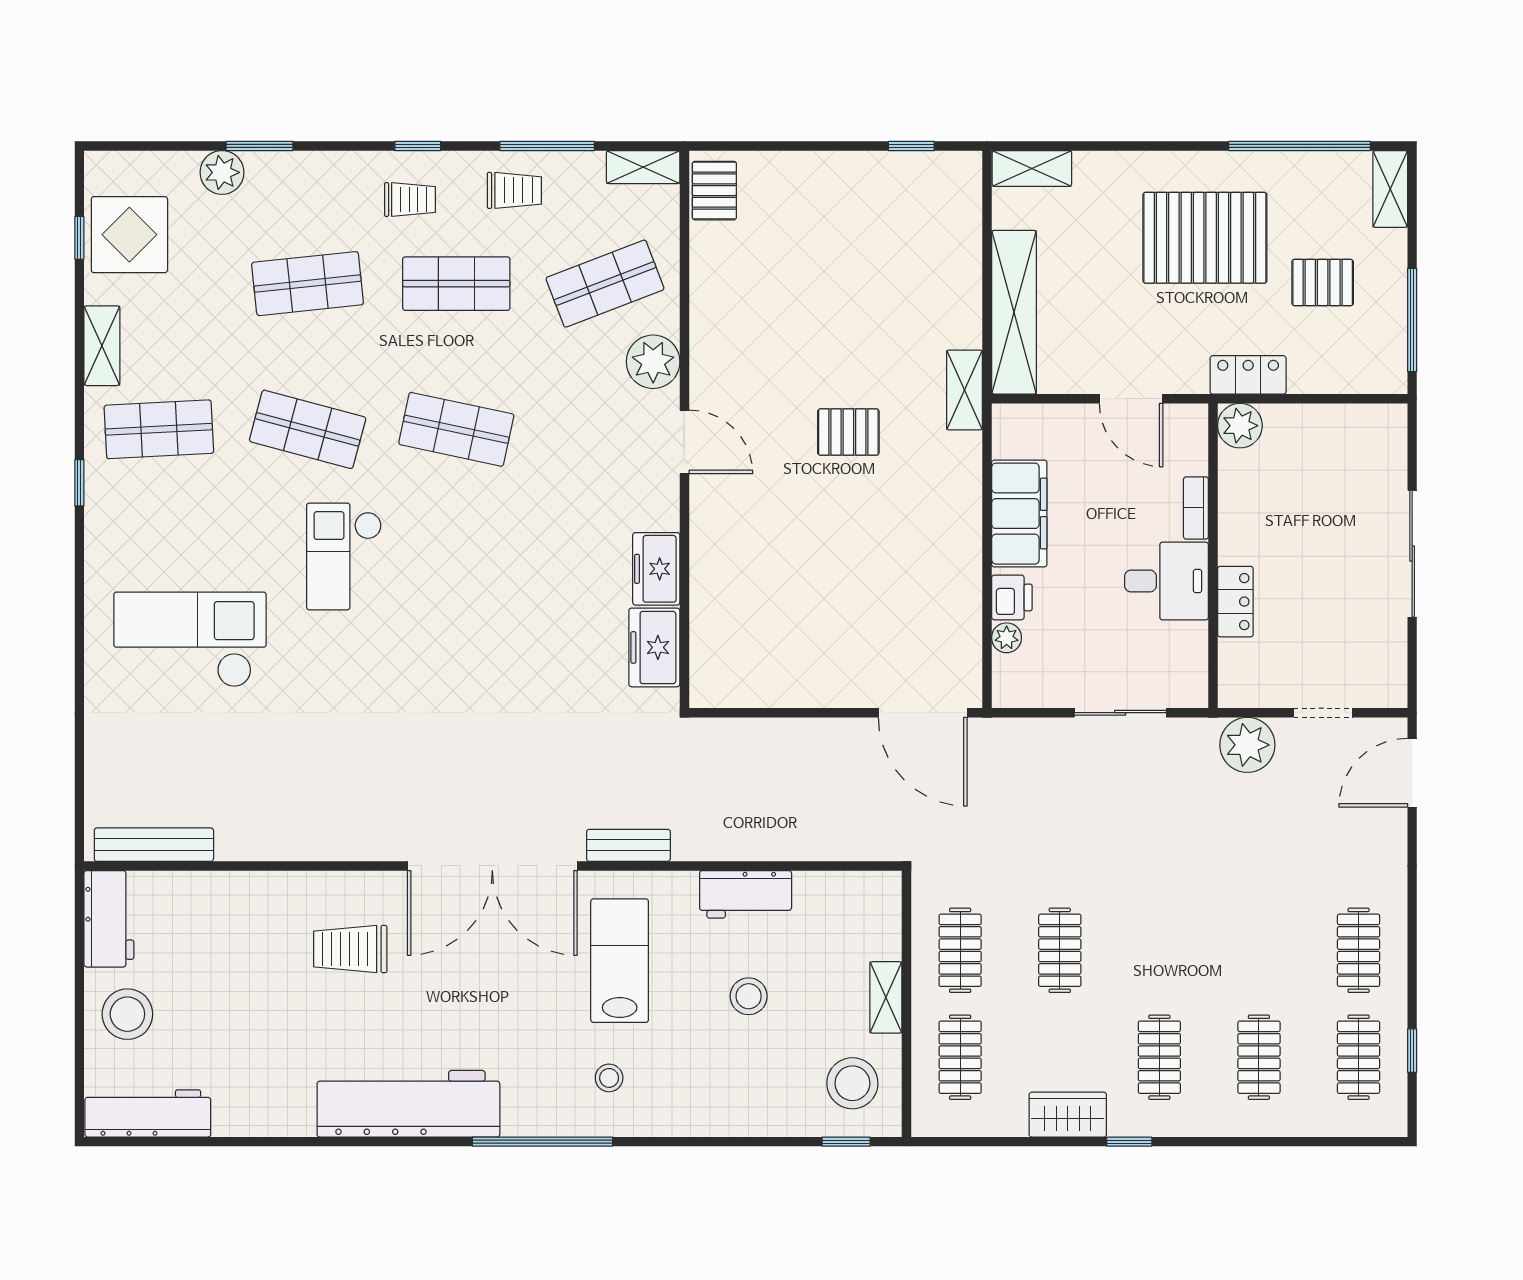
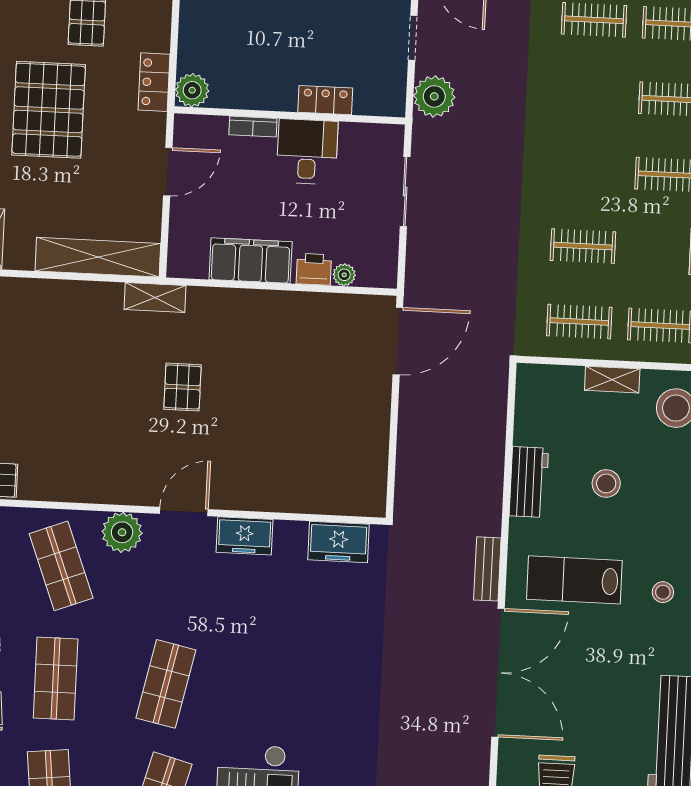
freezer: (656, 569) -> (245, 536), moved

